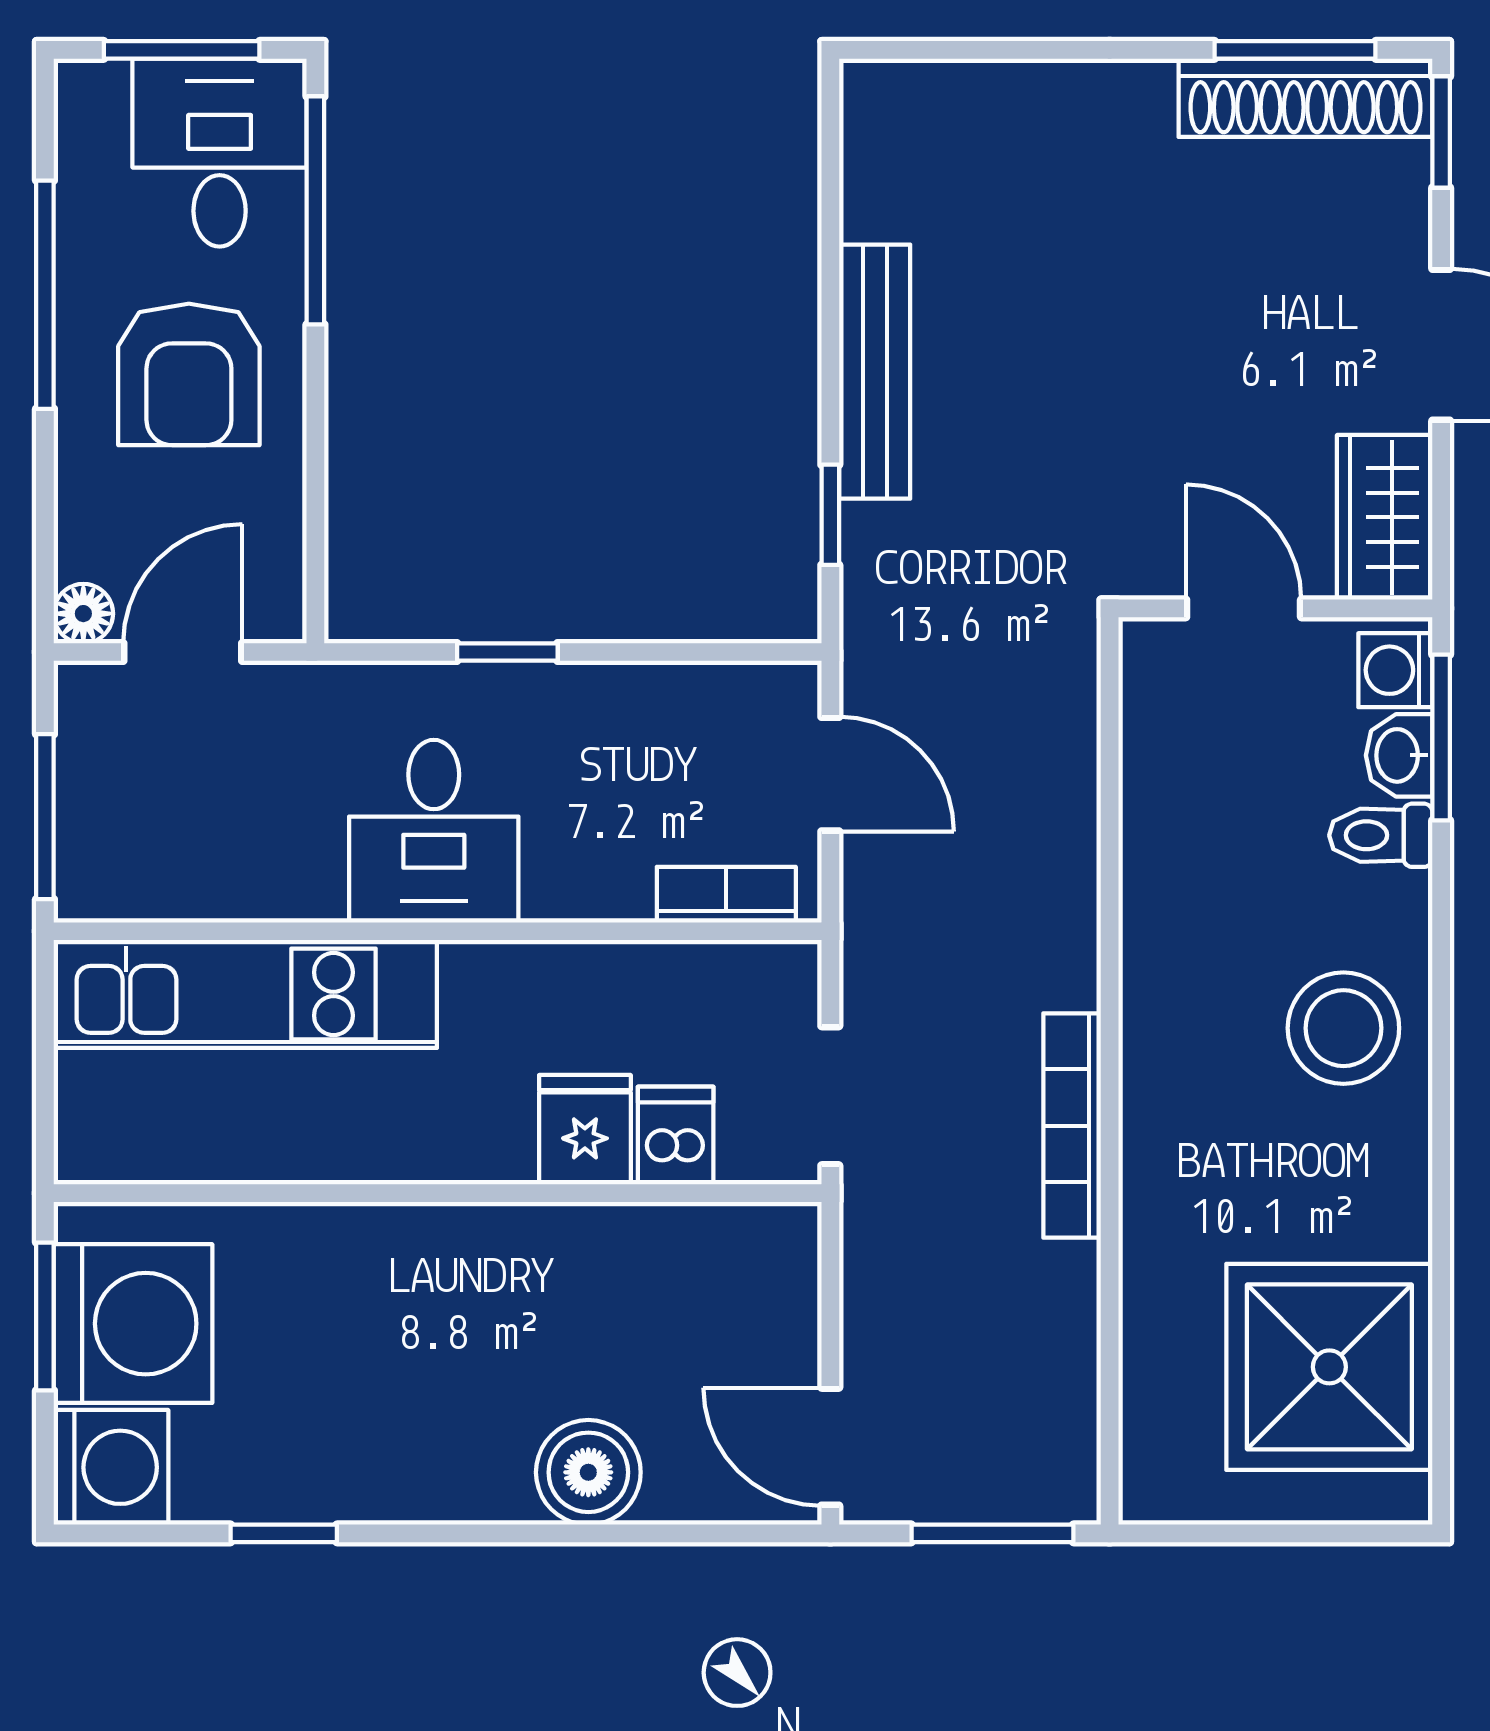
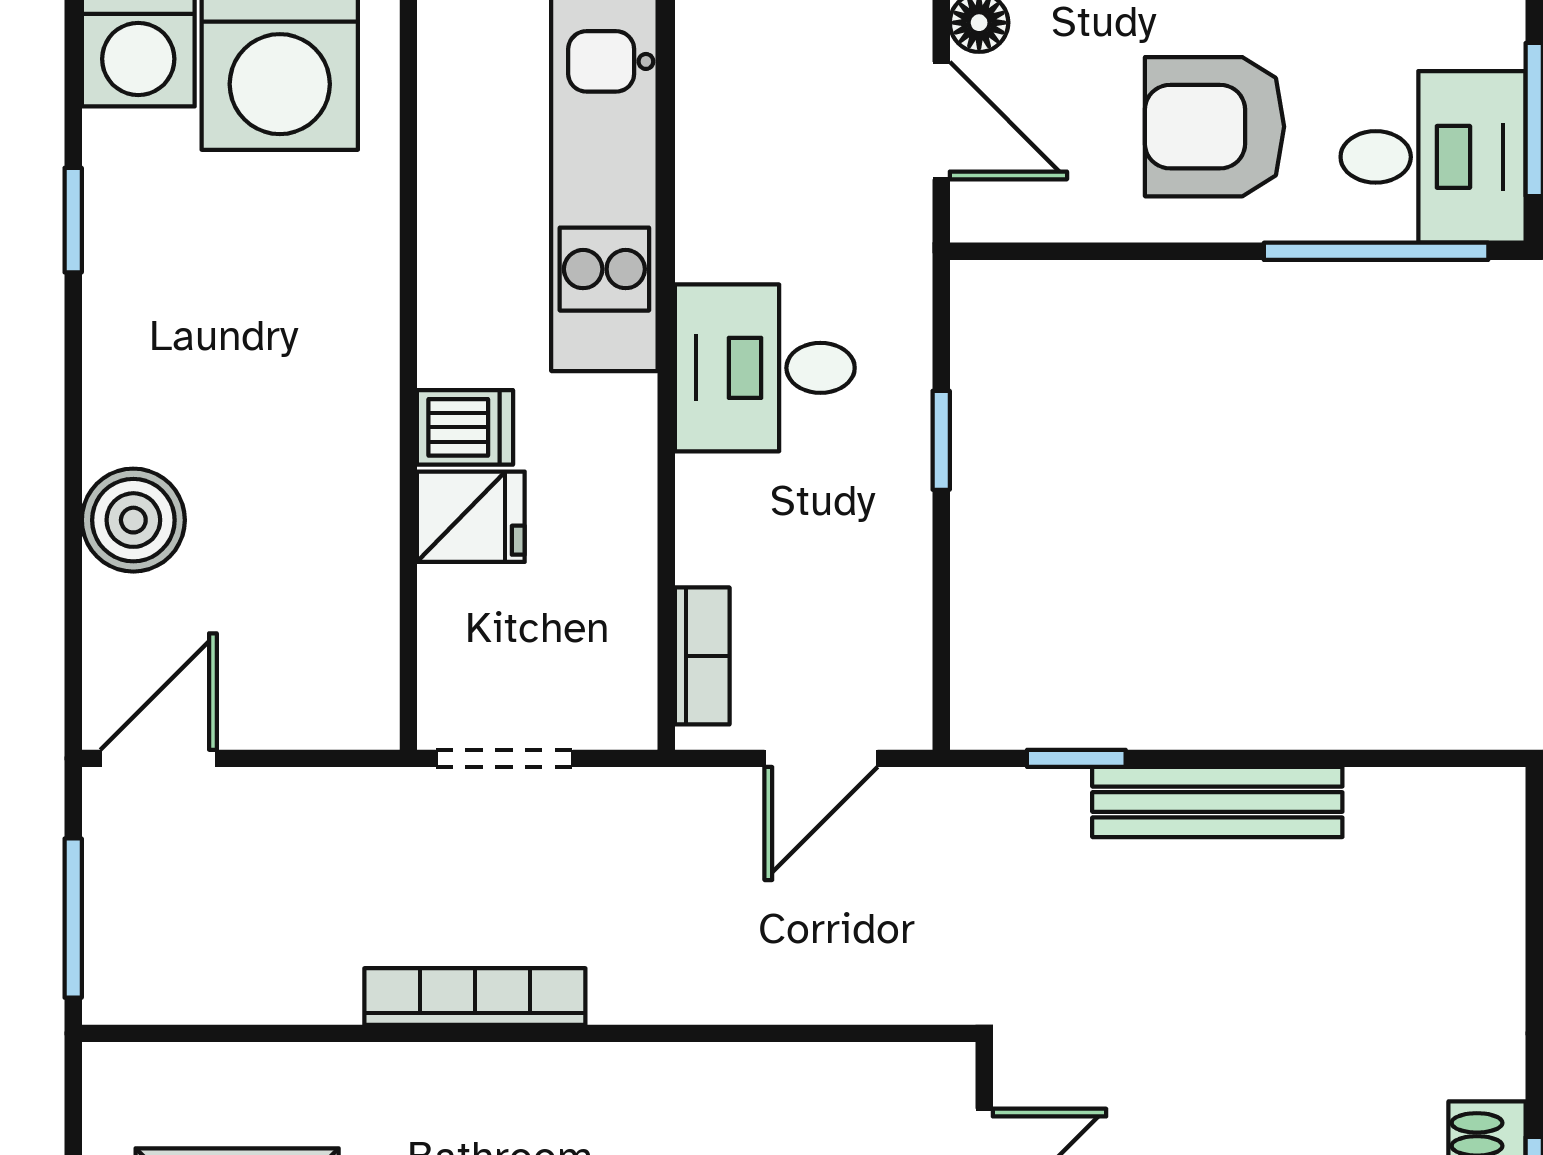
dishwasher: (676, 1136) -> (465, 427), moved

